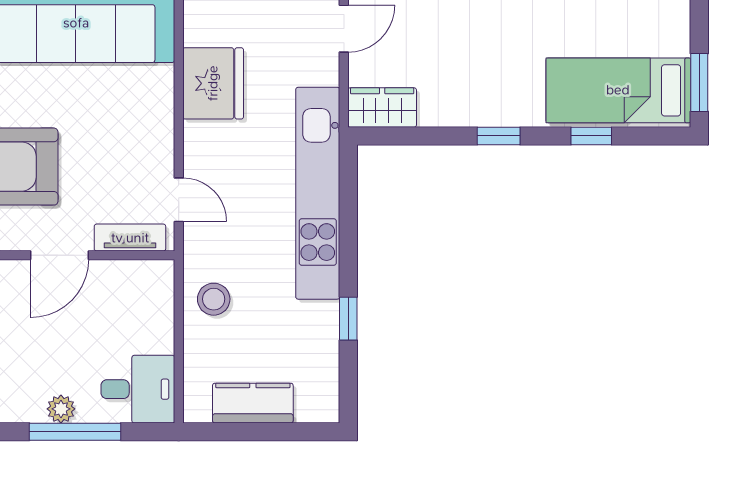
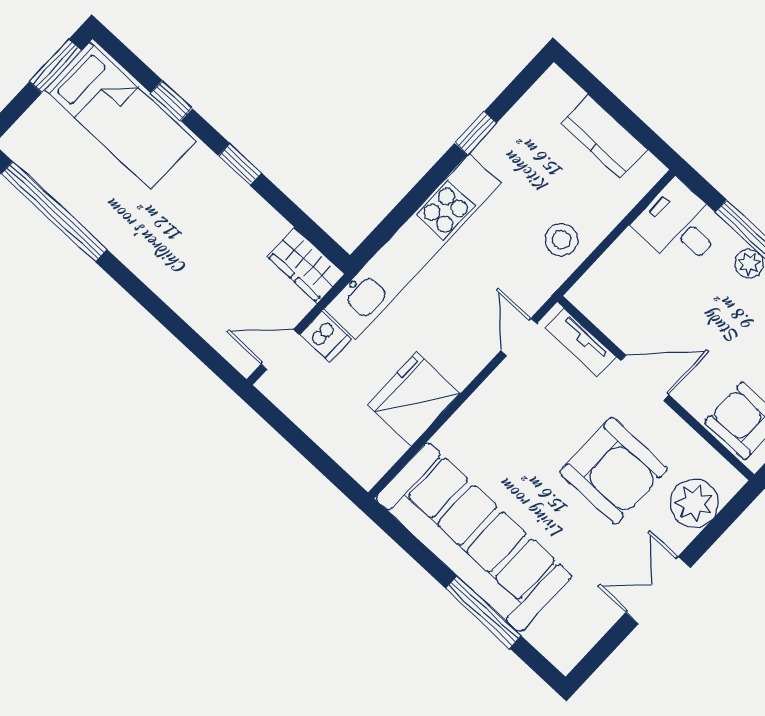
dishwasher: (319, 69) -> (326, 337), added

